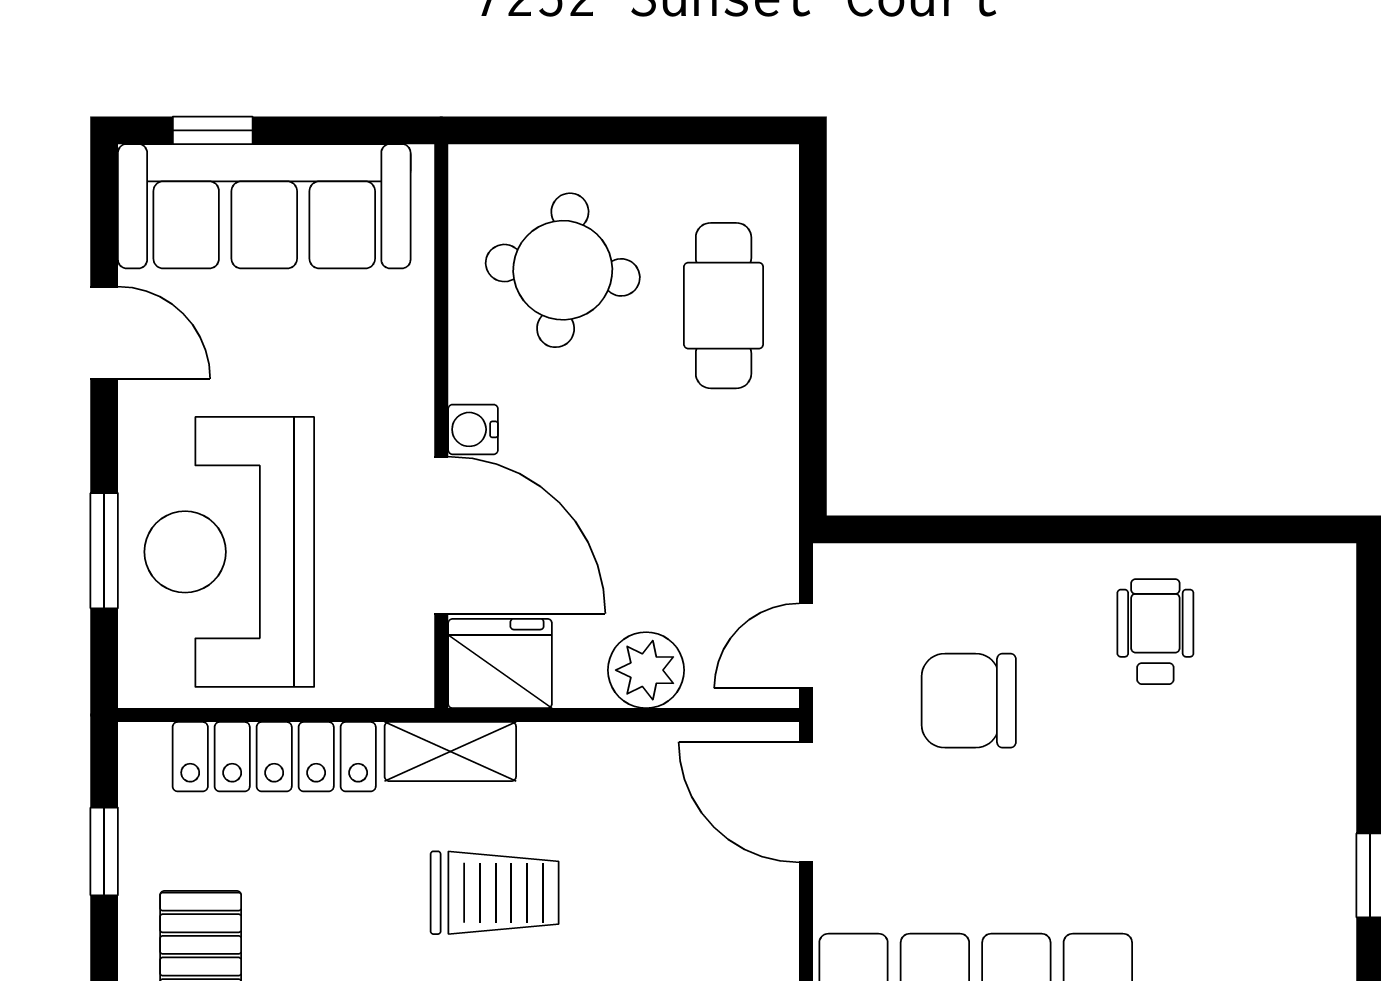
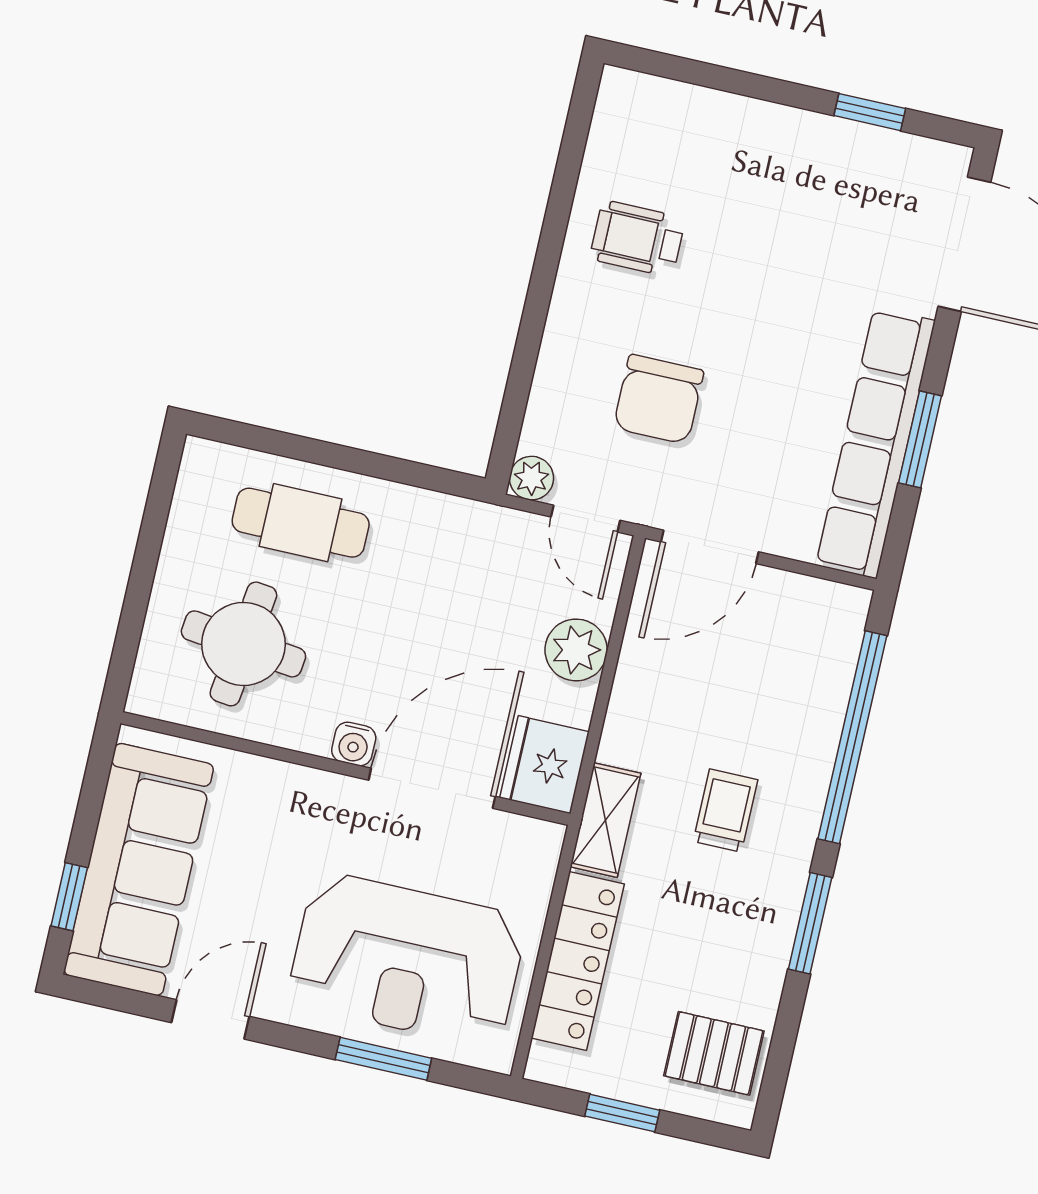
plant: (840, 570) -> (531, 478), added
trolley: (495, 893) -> (726, 810), width x0.73, depth x0.72

